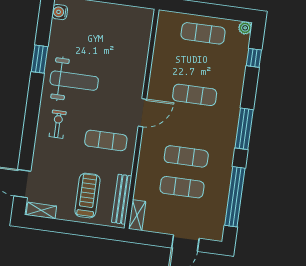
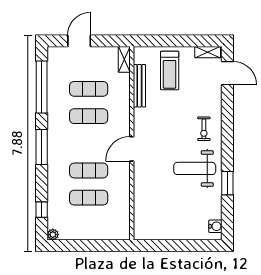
exercise mat: (203, 33) -> (89, 198), moved
exercise mat: (106, 140) -> (160, 120), removed
bench: (122, 199) -> (139, 86), moved

